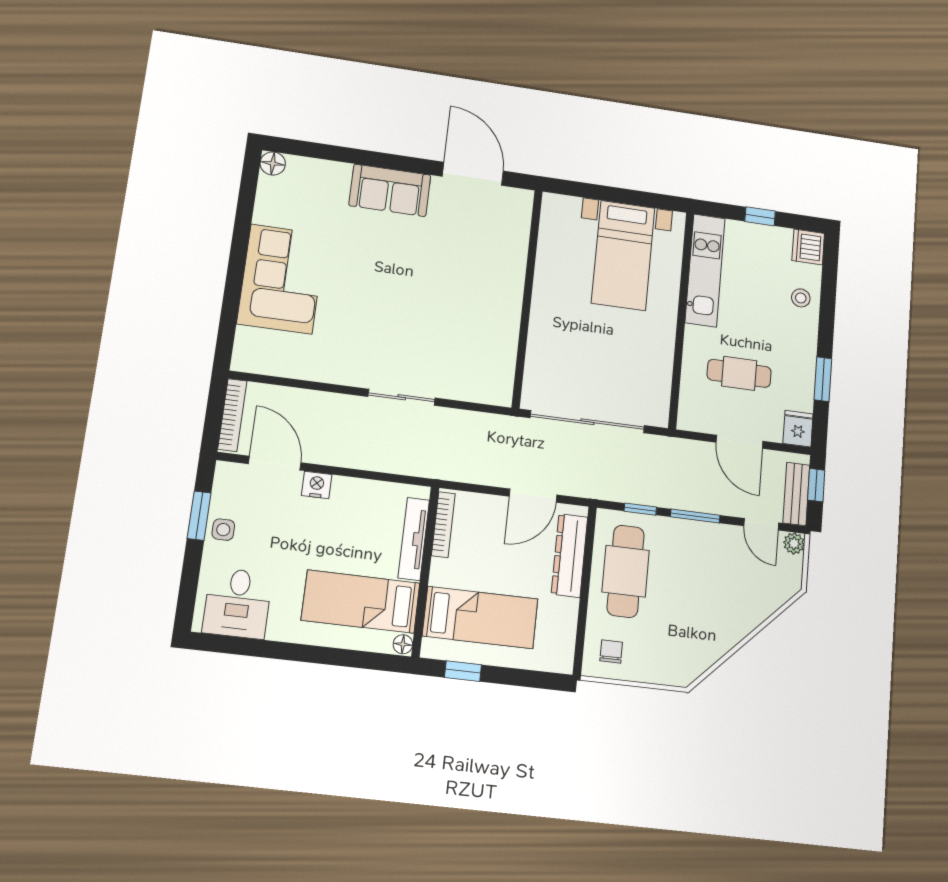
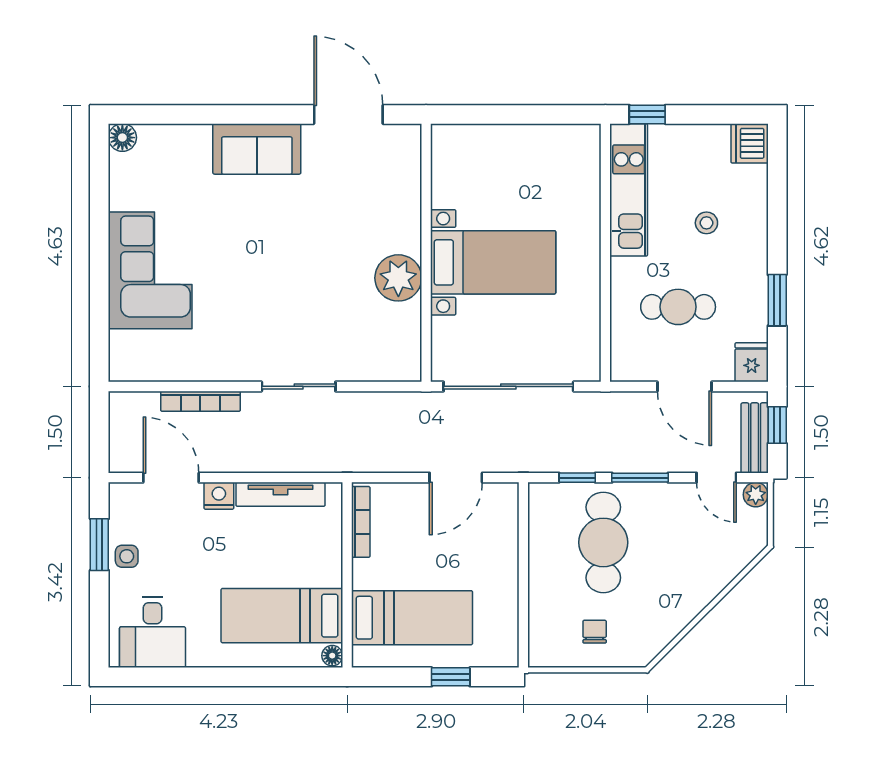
window: (760, 216) -> (647, 114), moved
bed with nightstands: (623, 255) -> (493, 262), moved, turned -90
stool: (801, 298) -> (706, 223), moved
plant: (501, 316) -> (398, 278), added
bookcase: (232, 415) -> (200, 401), moved, turned 90
tv unit: (414, 539) -> (281, 494), moved, turned -90
dresser: (569, 555) -> (503, 539), removed
cafe table: (626, 571) -> (603, 542), moved
chair: (611, 651) -> (595, 632), moved
window: (463, 671) -> (451, 677), moved

